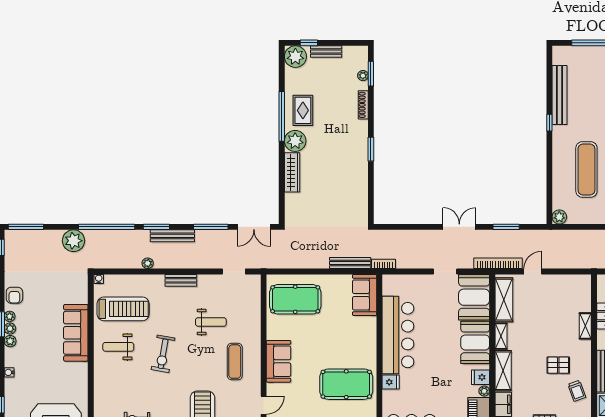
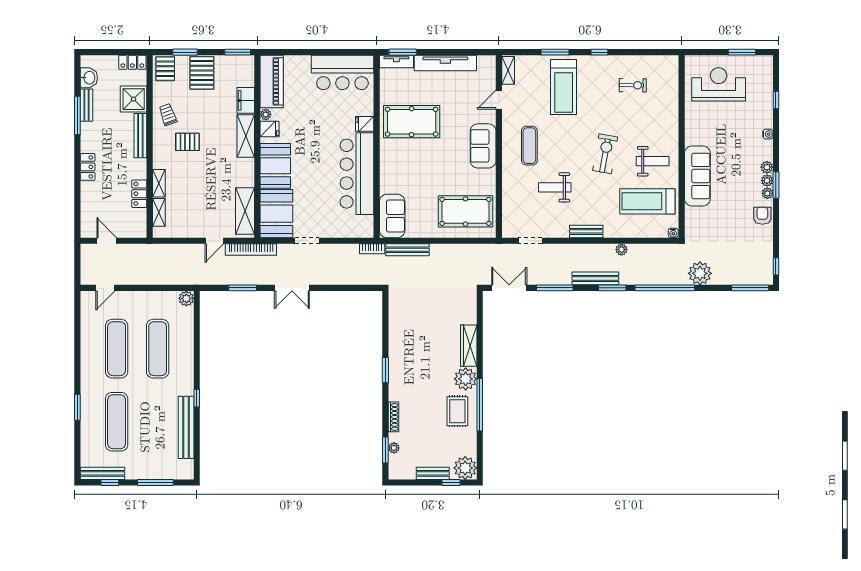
shelving: (501, 336) -> (159, 212), moved

